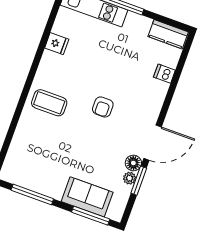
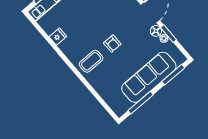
armchair: (103, 107) -> (112, 44), moved
sofa: (87, 197) -> (149, 77), width x1.85, depth x1.27

